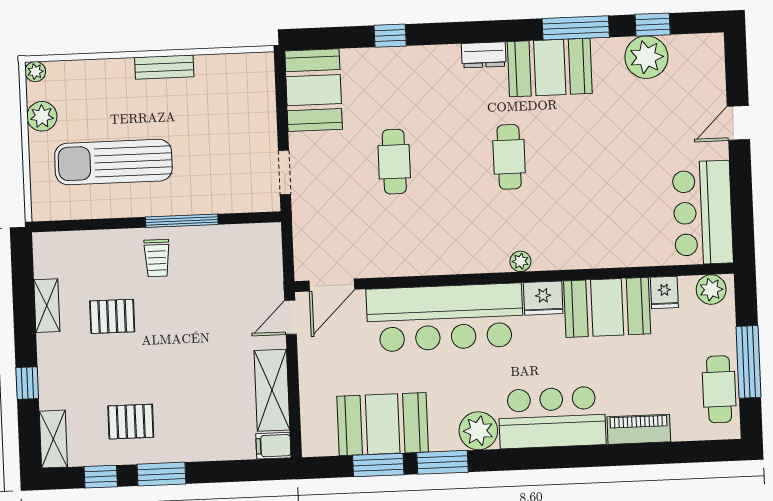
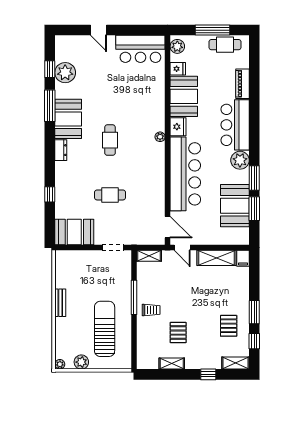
cafe table: (509, 157) -> (110, 140), turned 90
sun lounger: (113, 162) -> (105, 329), turned 180
shelving: (270, 249) -> (149, 256), added

